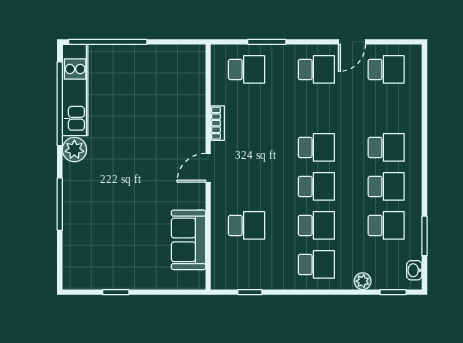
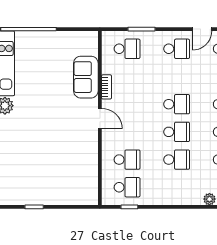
door: (208, 168) -> (100, 119), swing flipped
sofa: (189, 240) -> (86, 77), moved
school desk: (316, 264) -> (127, 187), moved

